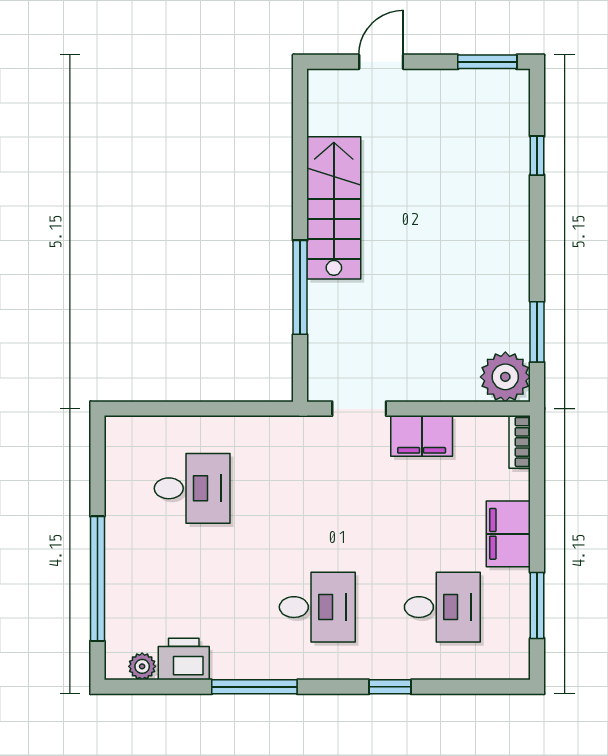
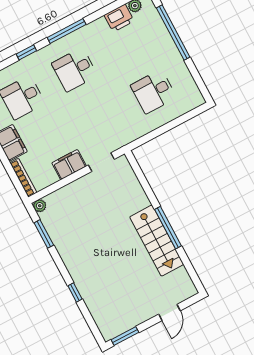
window: (537, 156) -> (75, 292), moved
window: (300, 287) -> (168, 228), moved
plant: (505, 377) -> (40, 206), width x0.53, depth x0.53
bookcase: (520, 442) -> (23, 178), width x1.56
window: (254, 687) -> (67, 31), moved

